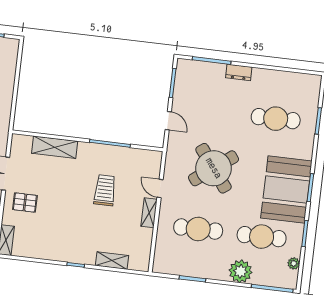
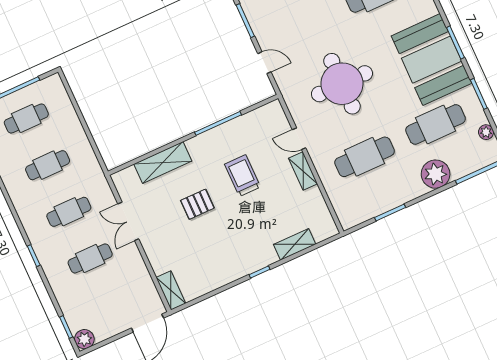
round table: (214, 168) -> (342, 84), turned 37
pallet: (25, 203) -> (197, 204), moved

